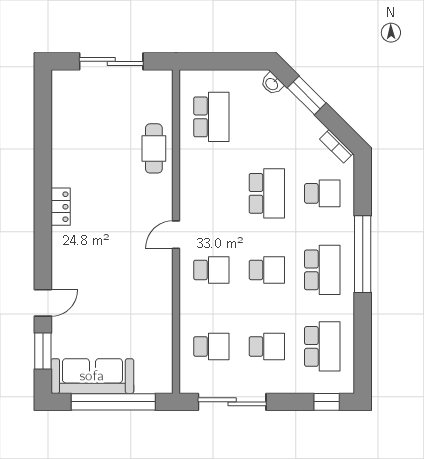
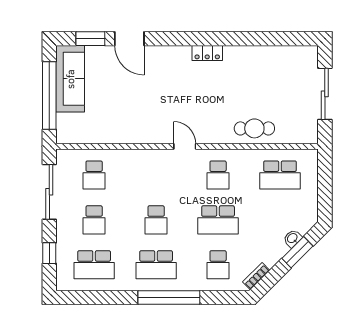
washbasin: (272, 84) -> (292, 238), moved
school desk: (211, 270) -> (218, 175), moved
door: (43, 303) -> (129, 39), width x1.38
window: (327, 402) -> (49, 253), moved

